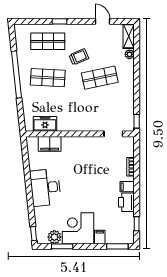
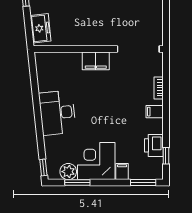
window: (137, 121) -> (166, 34), removed
freezer: (45, 124) -> (41, 28), moved, turned 84
doorway: (113, 134) -> (138, 49), width x1.88
filing cabinet: (50, 144) -> (96, 61), moved
printer: (126, 202) -> (154, 145), moved

